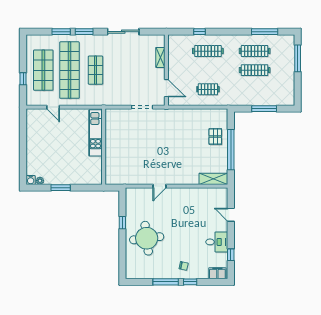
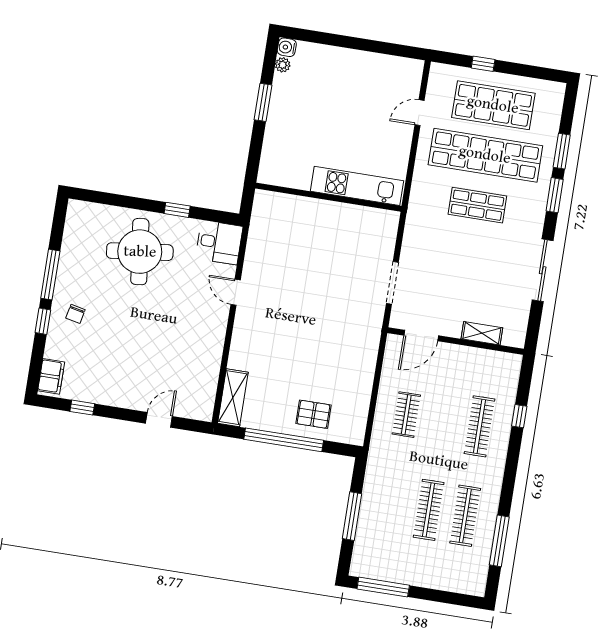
window: (298, 58) -> (383, 587), moved
desk: (217, 242) -> (219, 242), moved, turned -90

